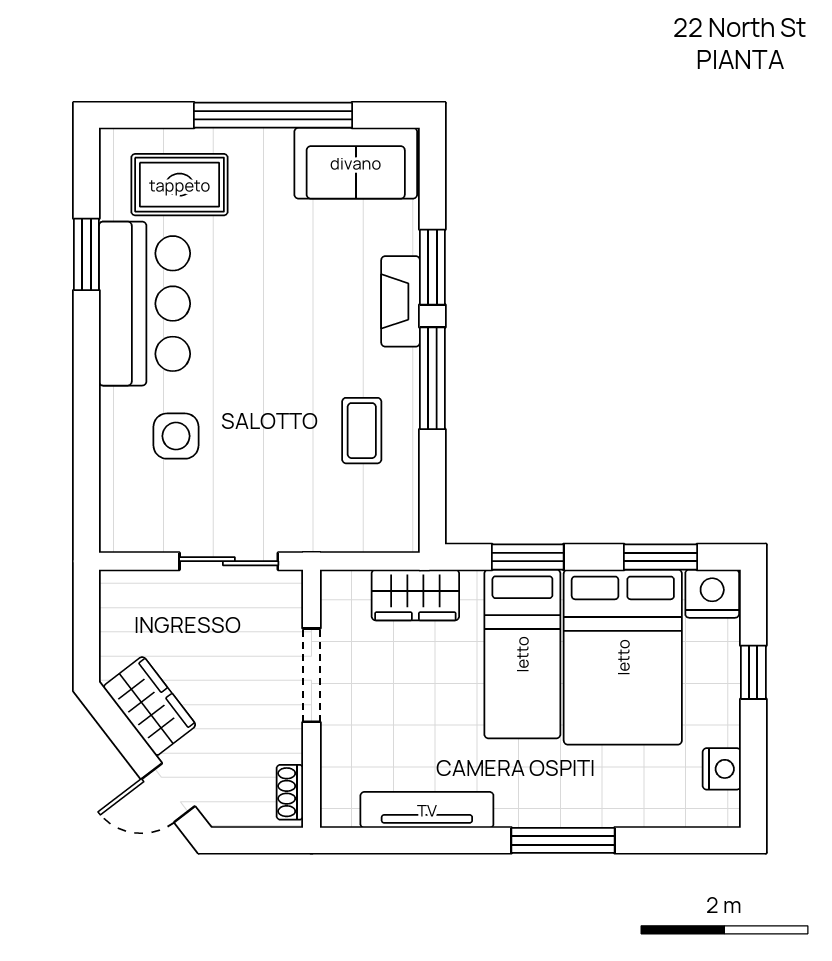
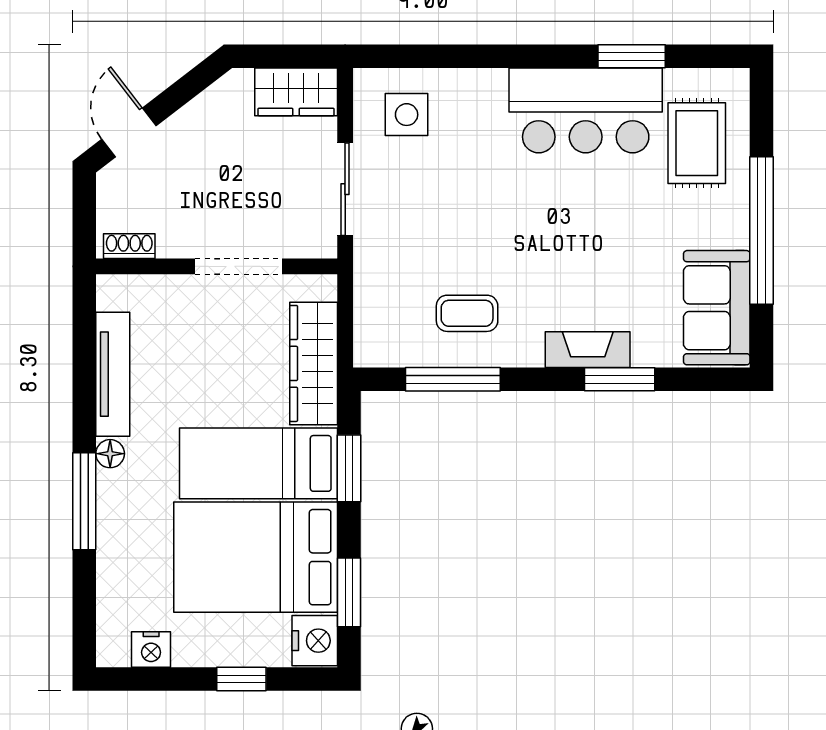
window: (432, 378) -> (453, 379), moved
side table: (176, 436) -> (407, 115), moved
wardrobe: (415, 595) -> (314, 363), width x1.50
wardrobe: (150, 706) -> (296, 92), moved, turned 38
floor lamp: (512, 813) -> (110, 454), added

